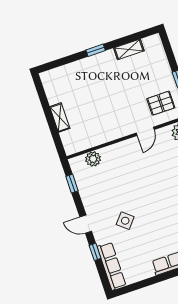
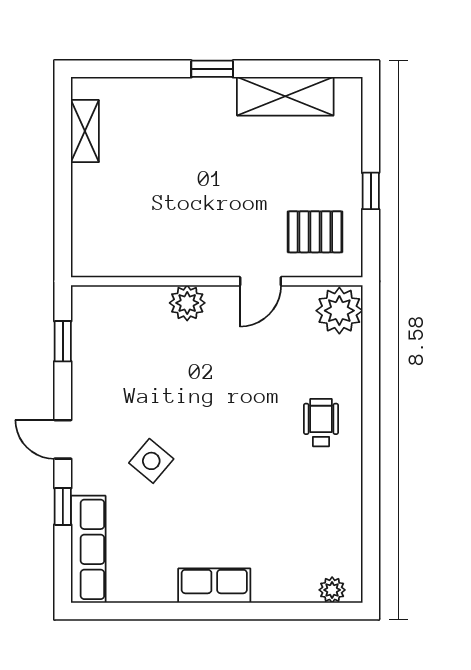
shelving: (129, 49) -> (285, 96), width x1.50, depth x1.33
shelving: (60, 118) -> (85, 131), moved
plant: (93, 159) -> (187, 303), moved

